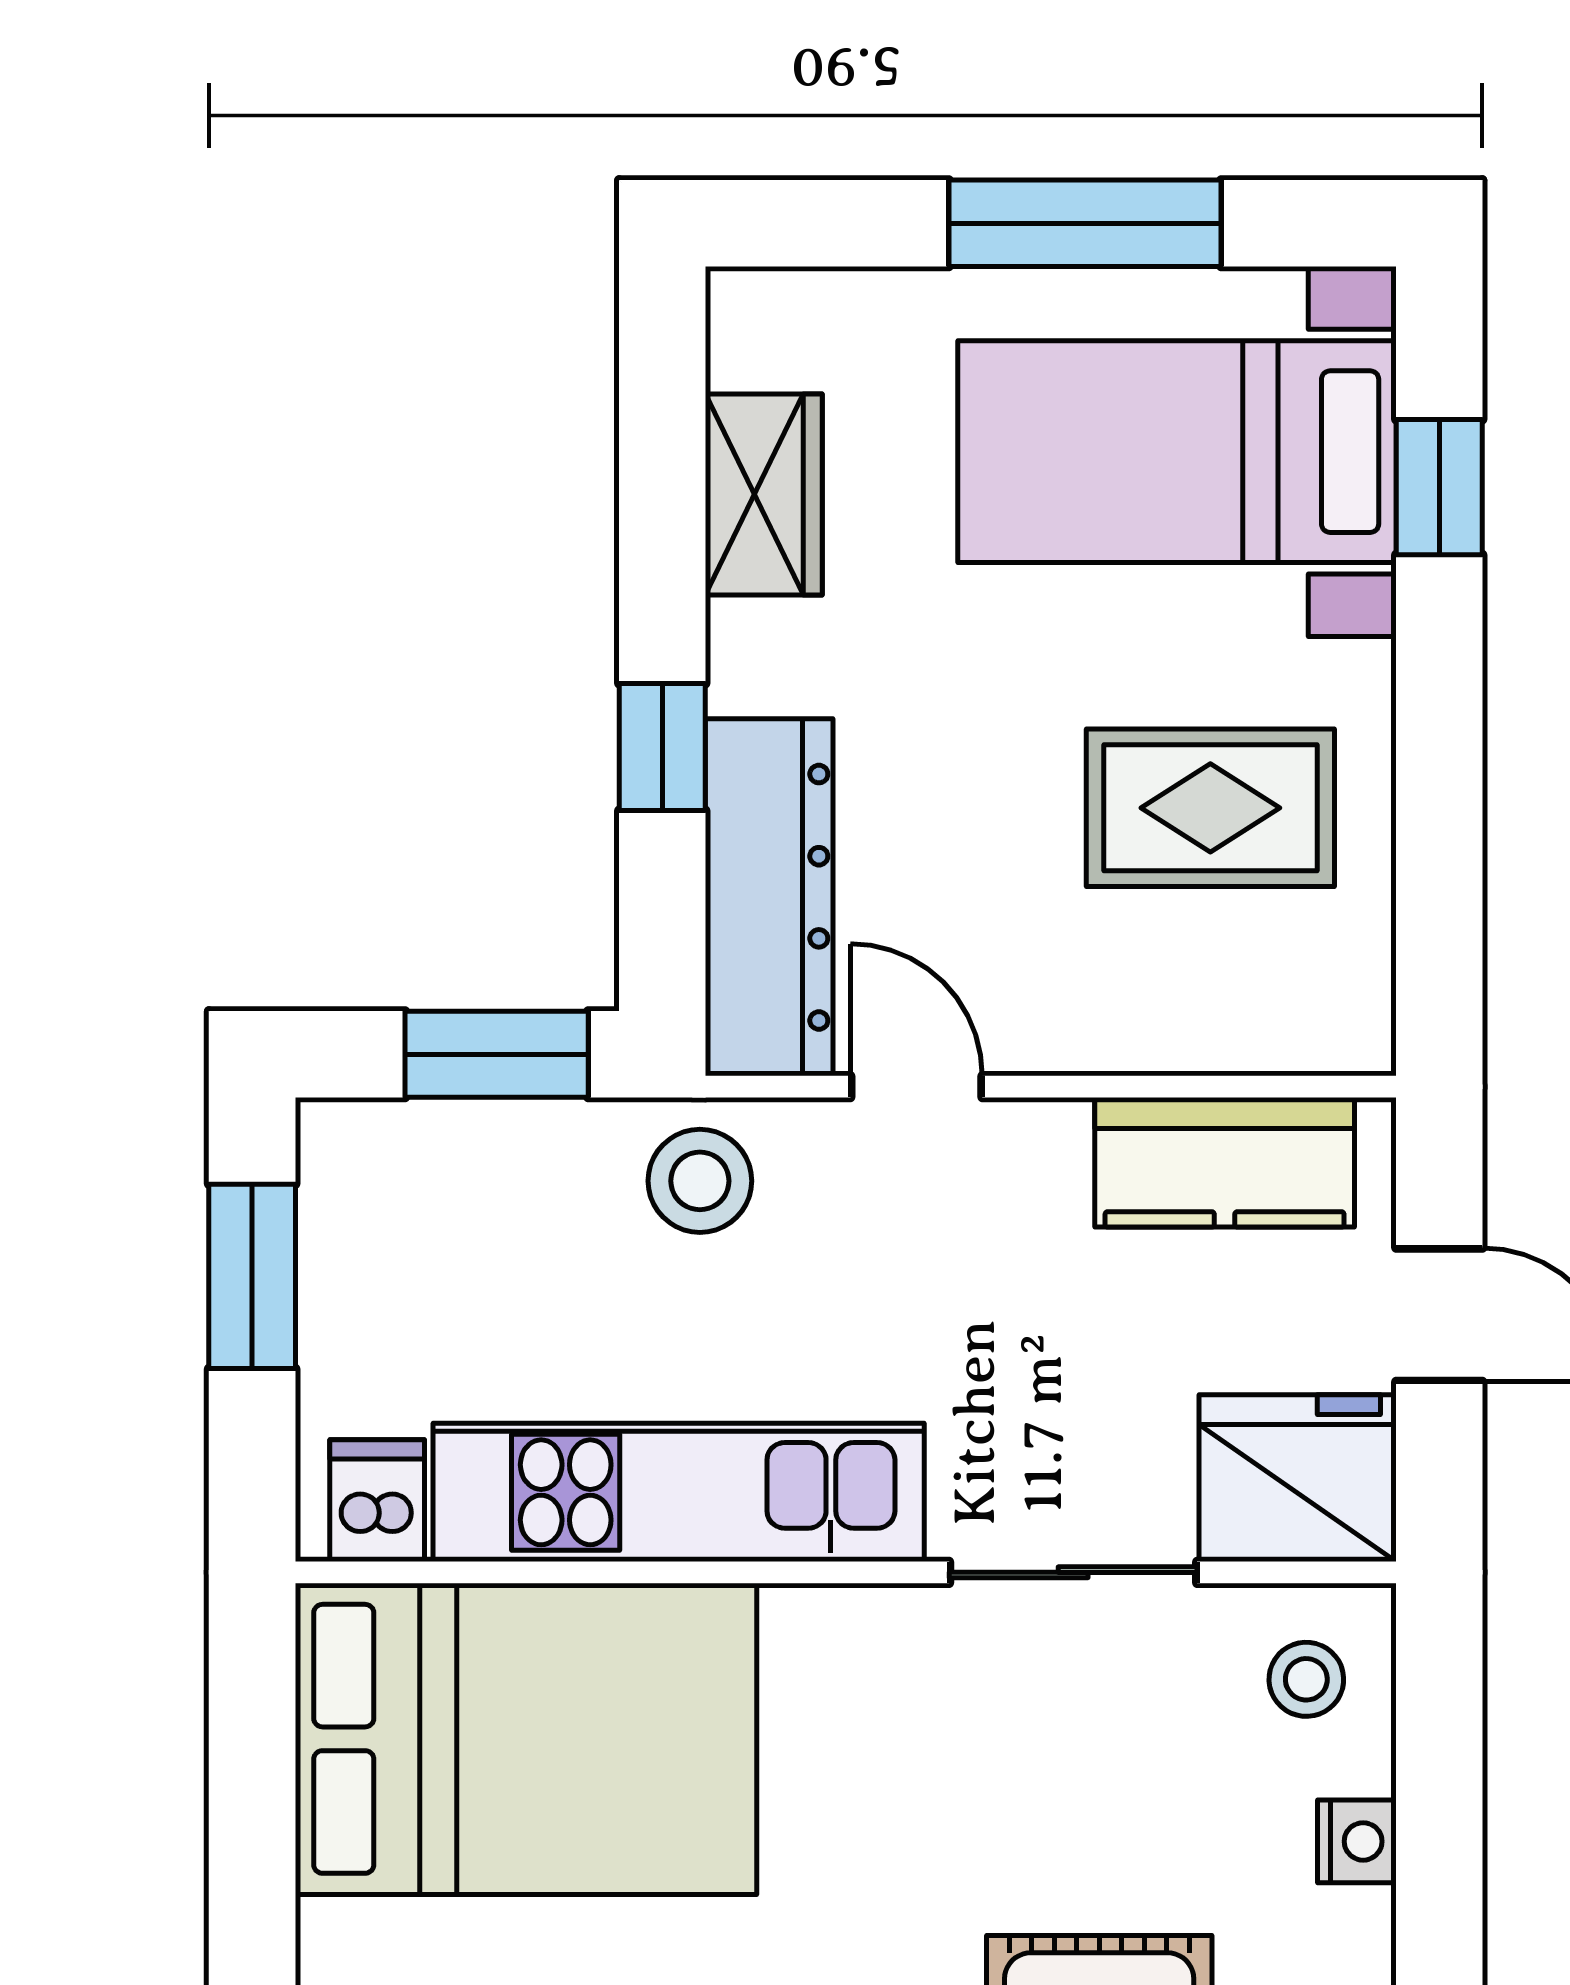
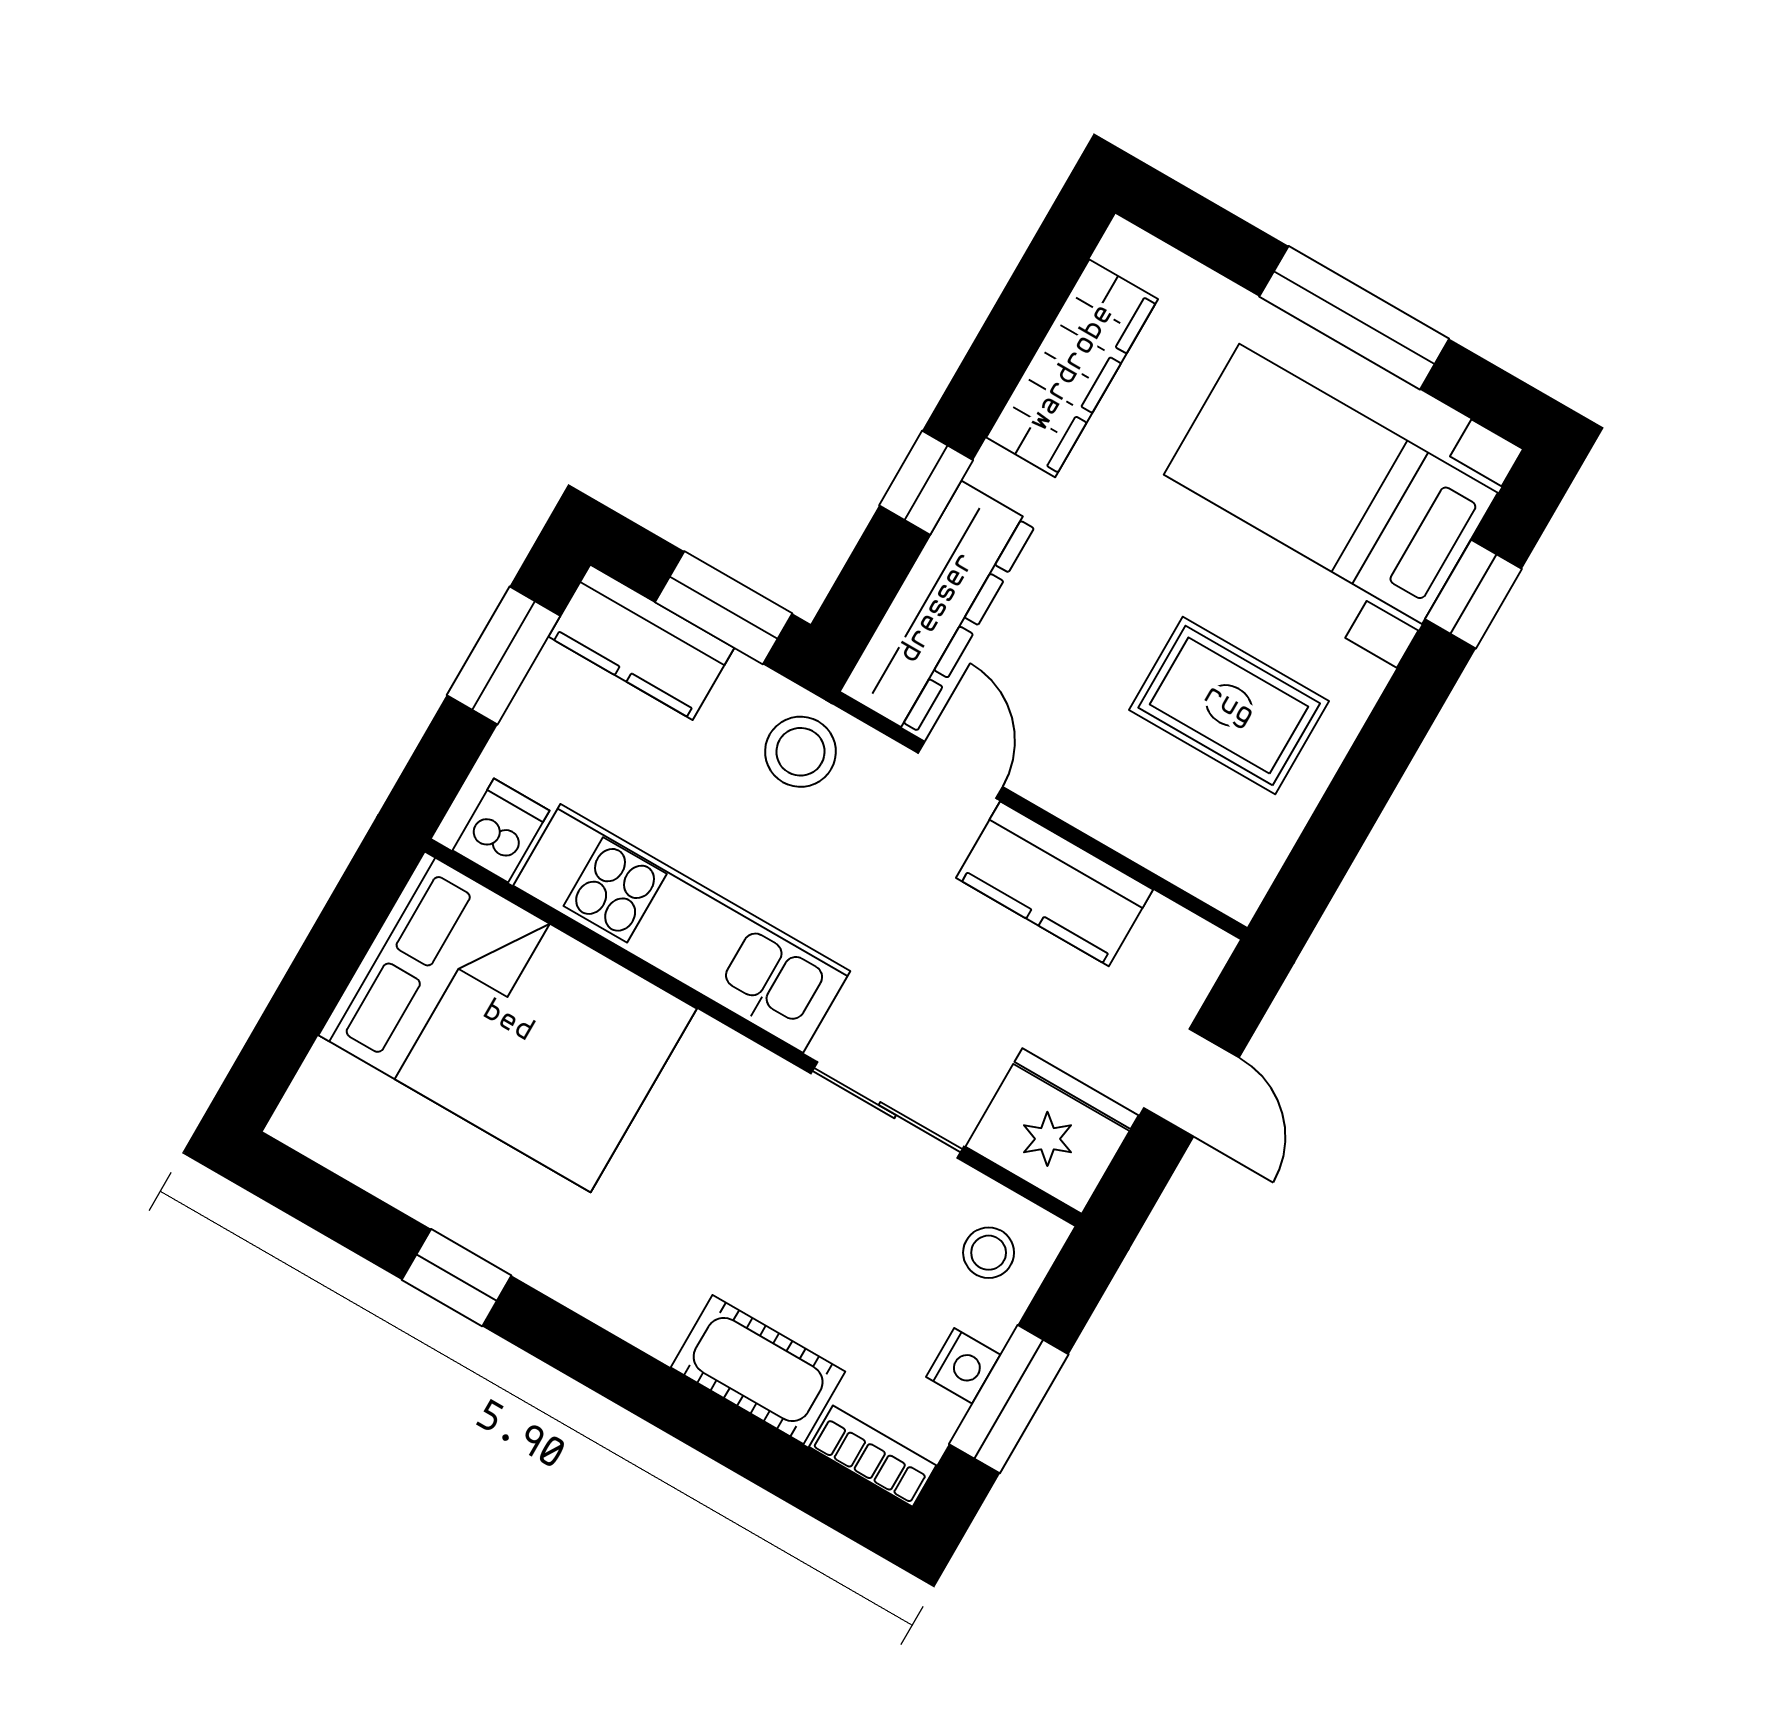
wardrobe: (764, 494) -> (1072, 368), width x1.50
kitchen counter: (418, 1159) -> (641, 642), added
kitchen counter: (1225, 1162) -> (1055, 884), moved
window: (1439, 1851) -> (1009, 1399), added

